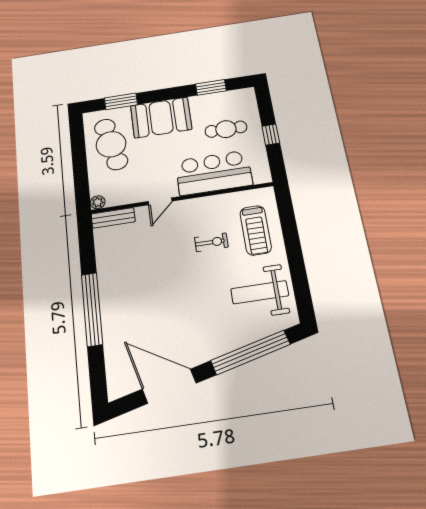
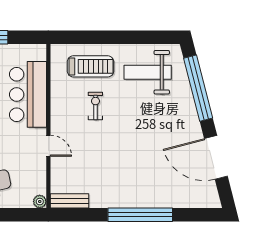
bench: (113, 218) -> (69, 201), moved, turned 90
weight bench: (260, 292) -> (148, 72), turned 90
door: (169, 386) -> (216, 157), hinge flipped

